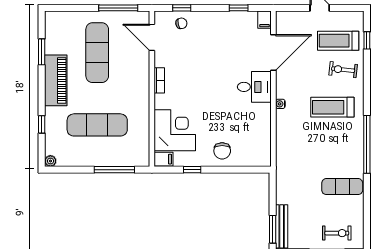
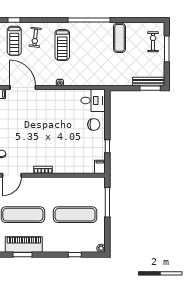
piano: (56, 80) -> (24, 245), moved
desk: (254, 87) -> (93, 100), moved, turned 90
exercise mat: (97, 125) -> (75, 215), turned 90
corner desk: (175, 130) -> (79, 159), removed

